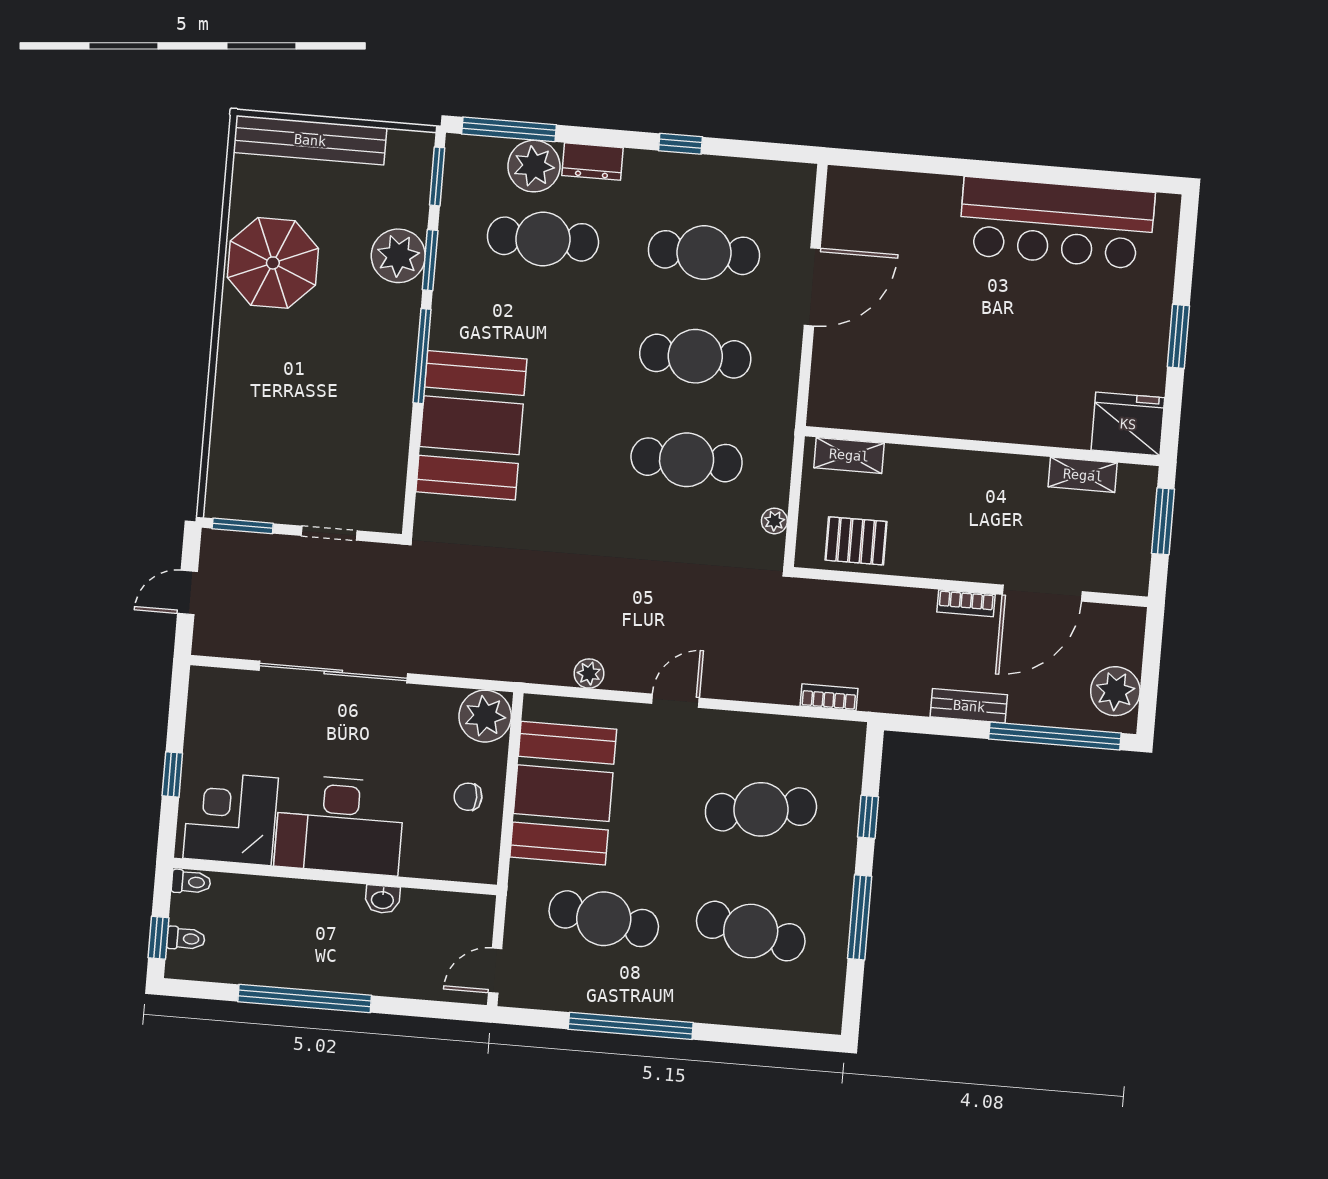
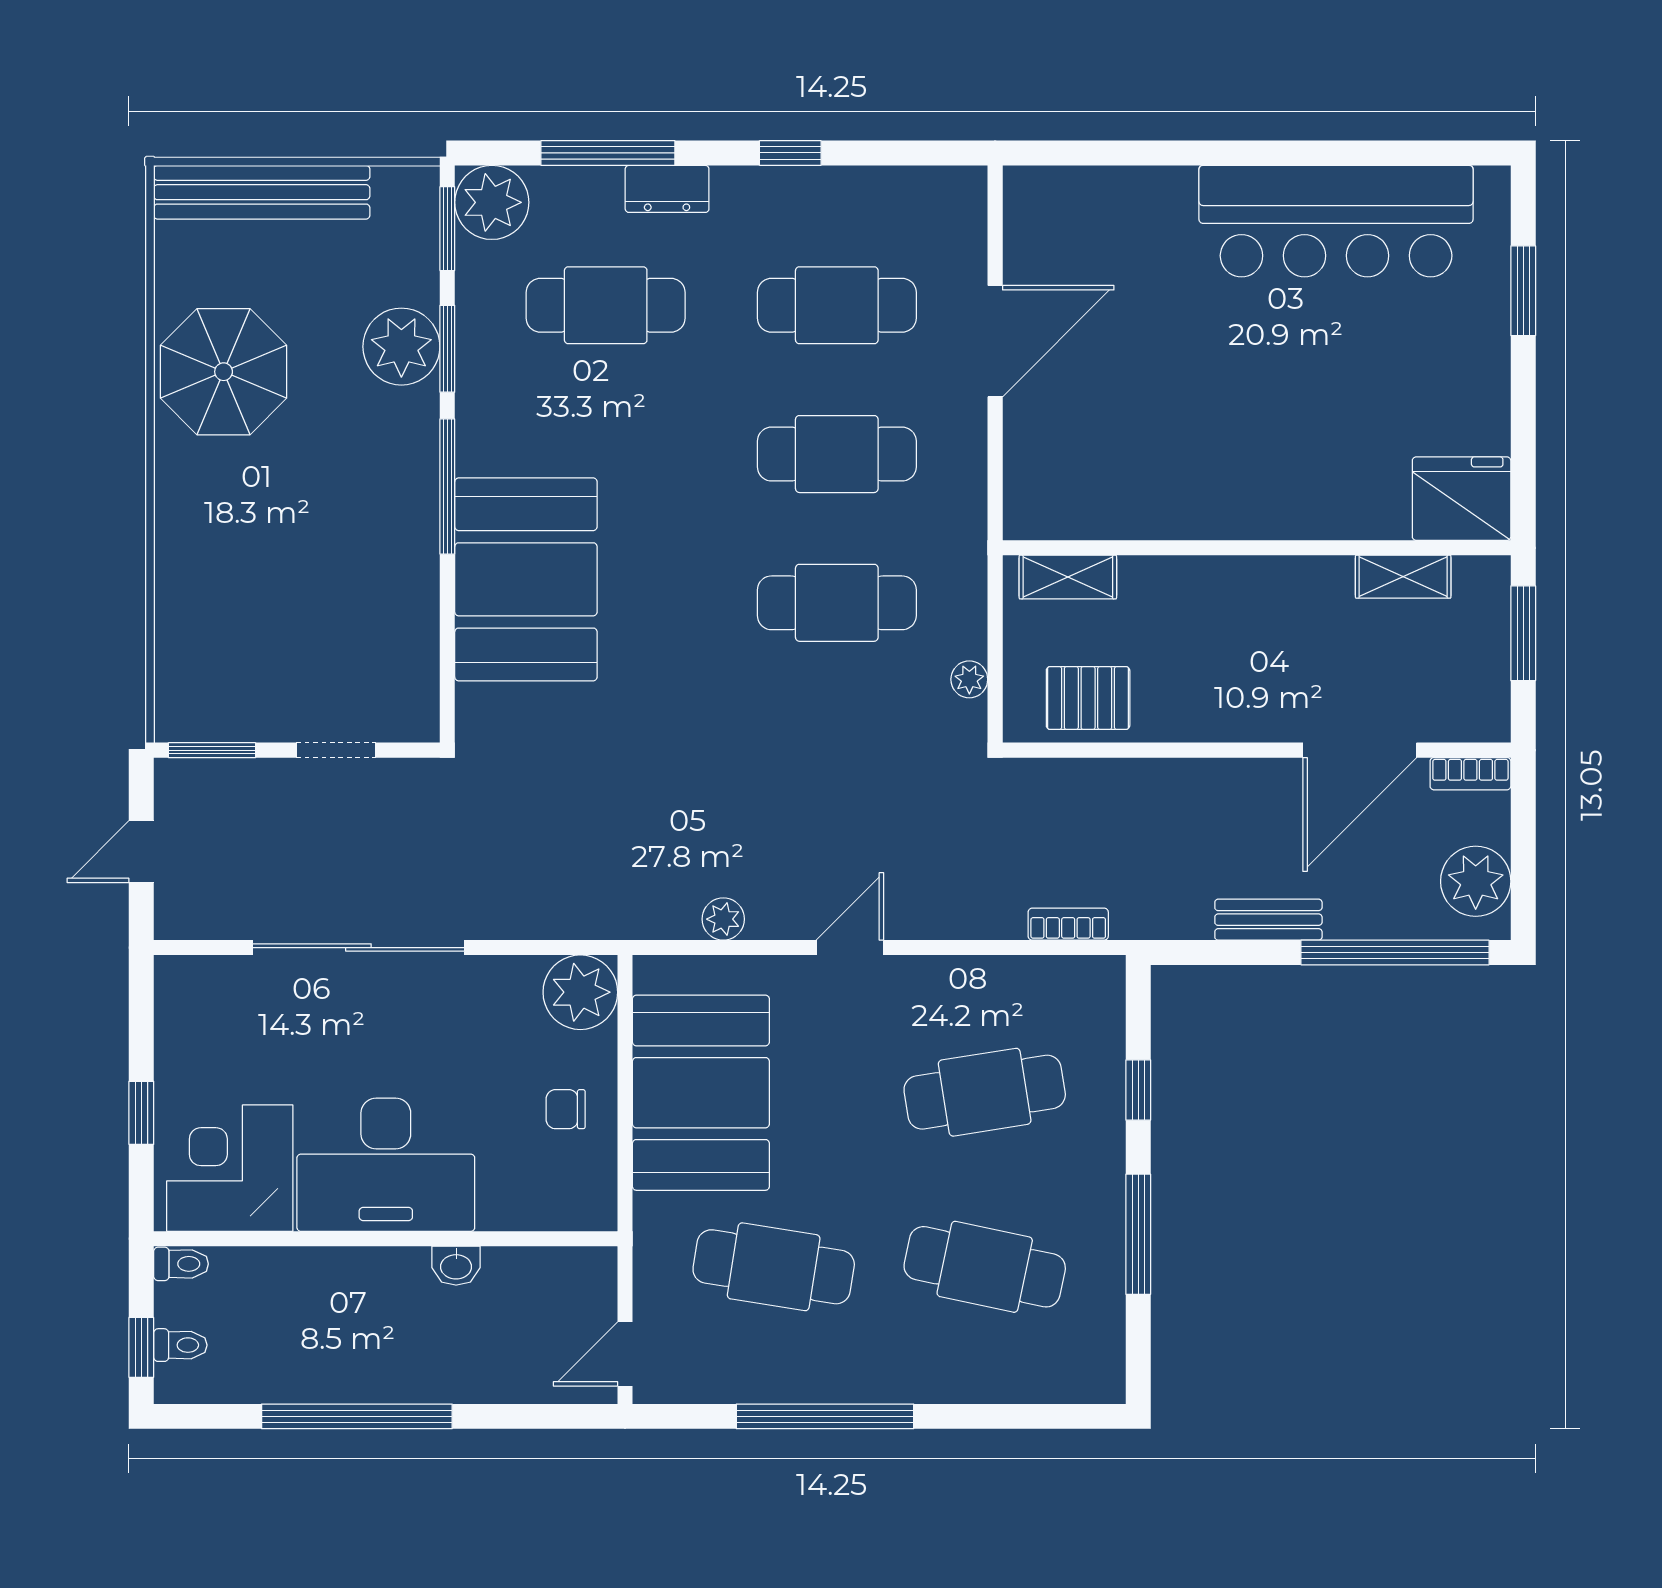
window: (509, 129) -> (608, 153), moved
plant: (534, 166) -> (492, 202), moved
window: (1178, 336) -> (1523, 291), moved
bookcase: (966, 603) -> (1470, 774), moved

